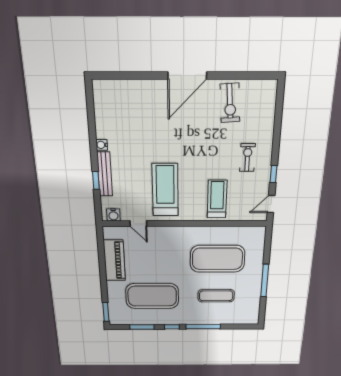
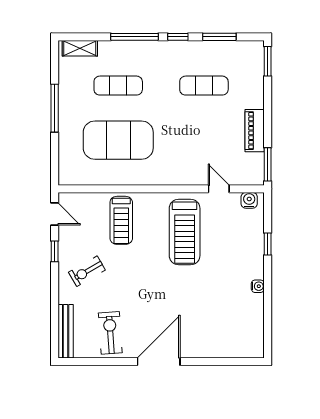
exercise bike: (247, 158) -> (87, 271), turned 60
bench: (105, 174) -> (66, 331), moved
door: (271, 204) -> (55, 214), hinge flipped
window: (101, 242) -> (268, 164), added
piano: (114, 260) -> (255, 131), width x0.73, depth x0.75
exercise mat: (152, 296) -> (204, 86), width x0.50, depth x0.69
shelving: (243, 319) -> (80, 48), added

